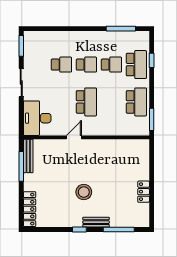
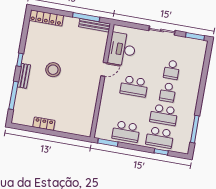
school desk: (111, 65) -> (164, 115), width x1.85
desk: (37, 118) -> (122, 49), moved, turned -90
door: (74, 137) -> (104, 69), hinge flipped

